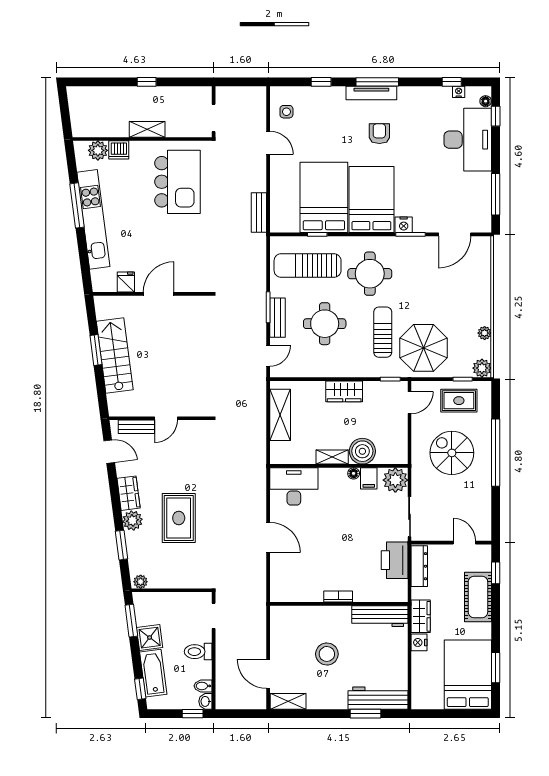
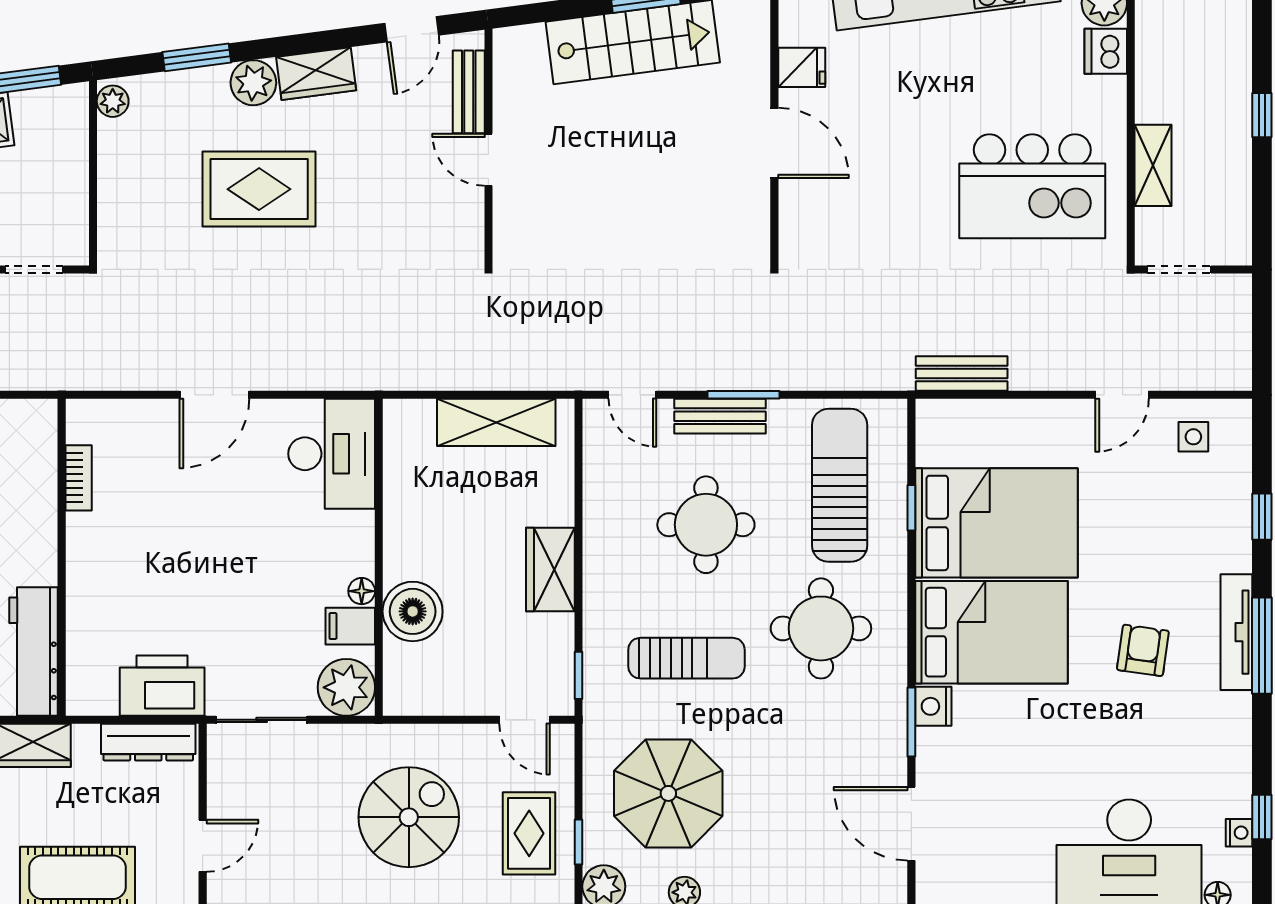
shelving: (147, 129) -> (1153, 165), moved
armchair: (379, 134) -> (1143, 650), turned -82
parasol: (424, 348) -> (668, 793), moved
shelving: (332, 457) -> (399, 542), removed
bookcase: (338, 596) -> (79, 478), moved

